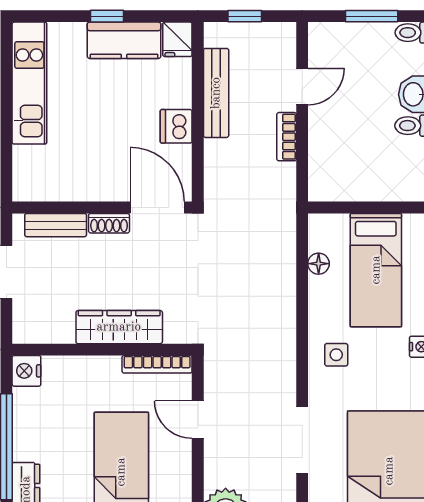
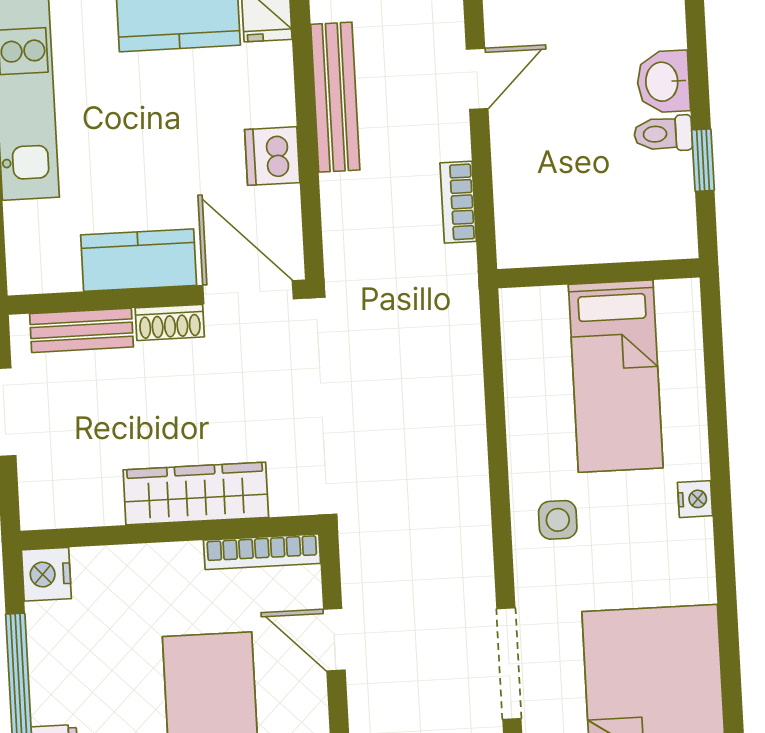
bookcase: (287, 137) -> (458, 202), moved
kitchen counter: (92, 185) -> (139, 260), added
floor lamp: (319, 264) -> (520, 371), removed

